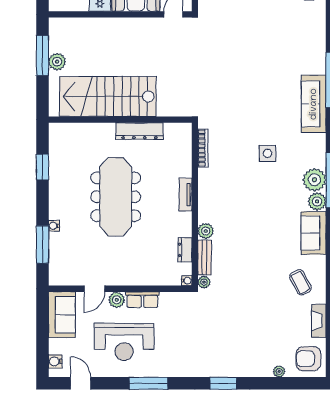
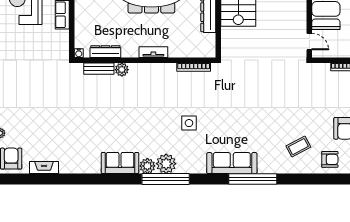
dresser: (185, 250) -> (105, 52), width x1.44
plant: (204, 282) -> (78, 68), removed
coffee table: (300, 282) -> (298, 147), moved

